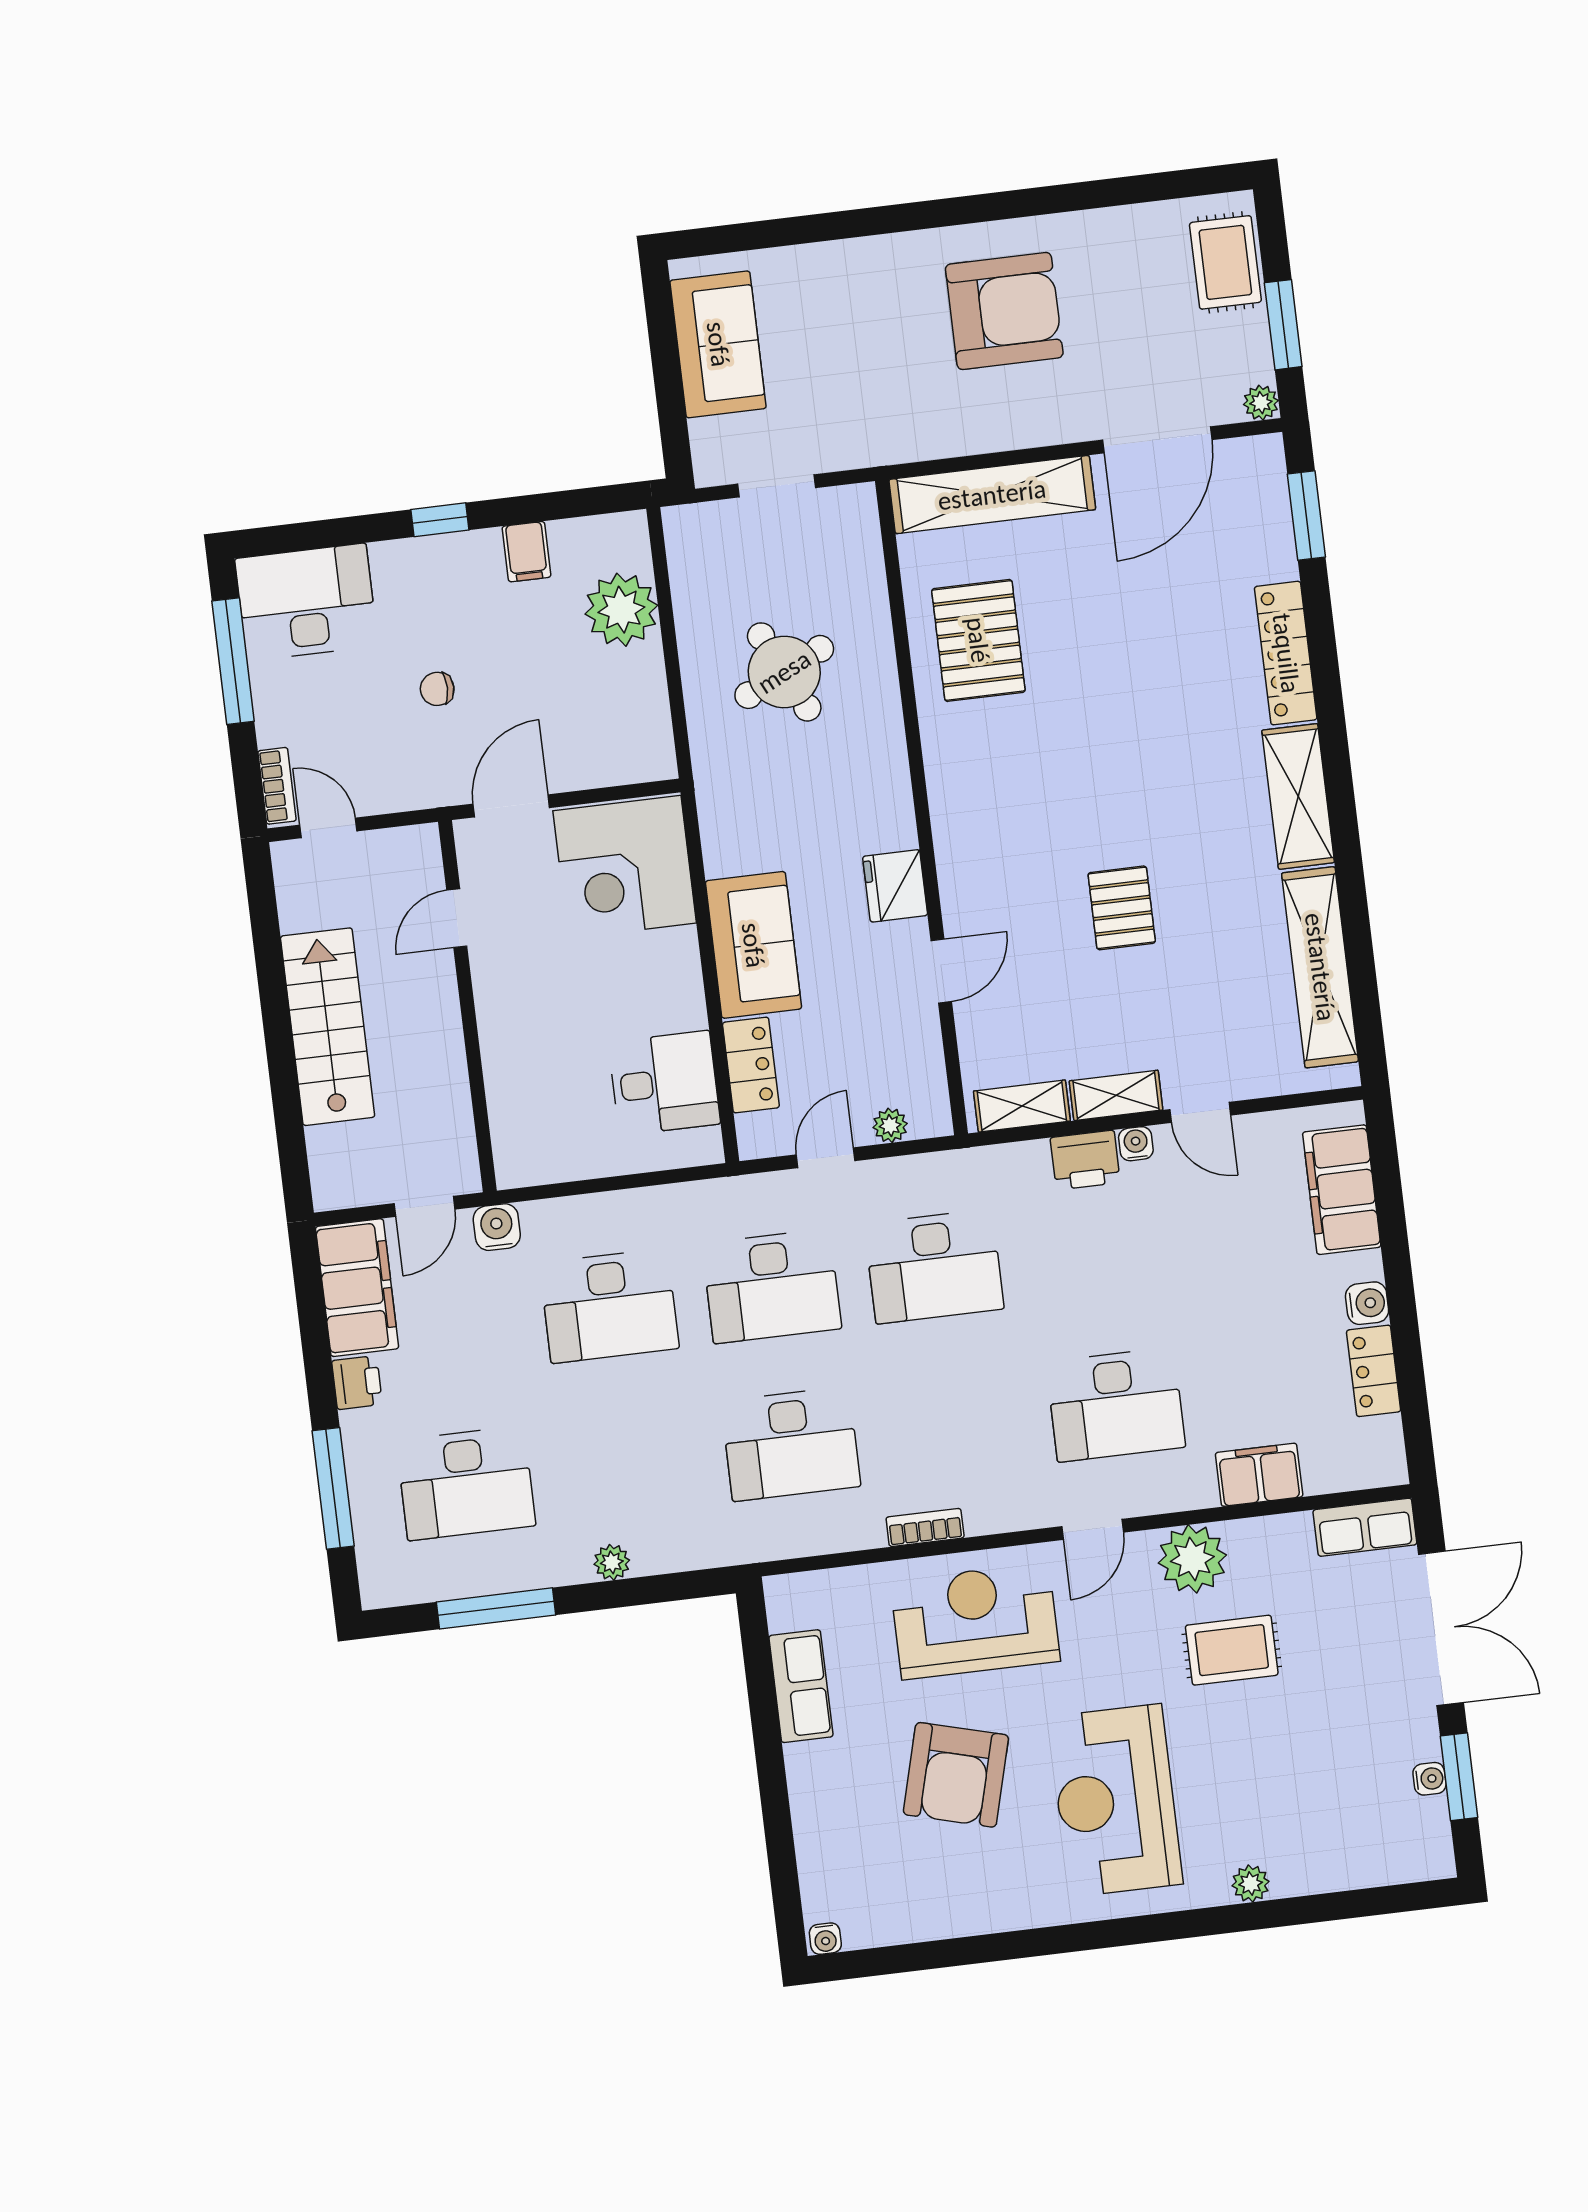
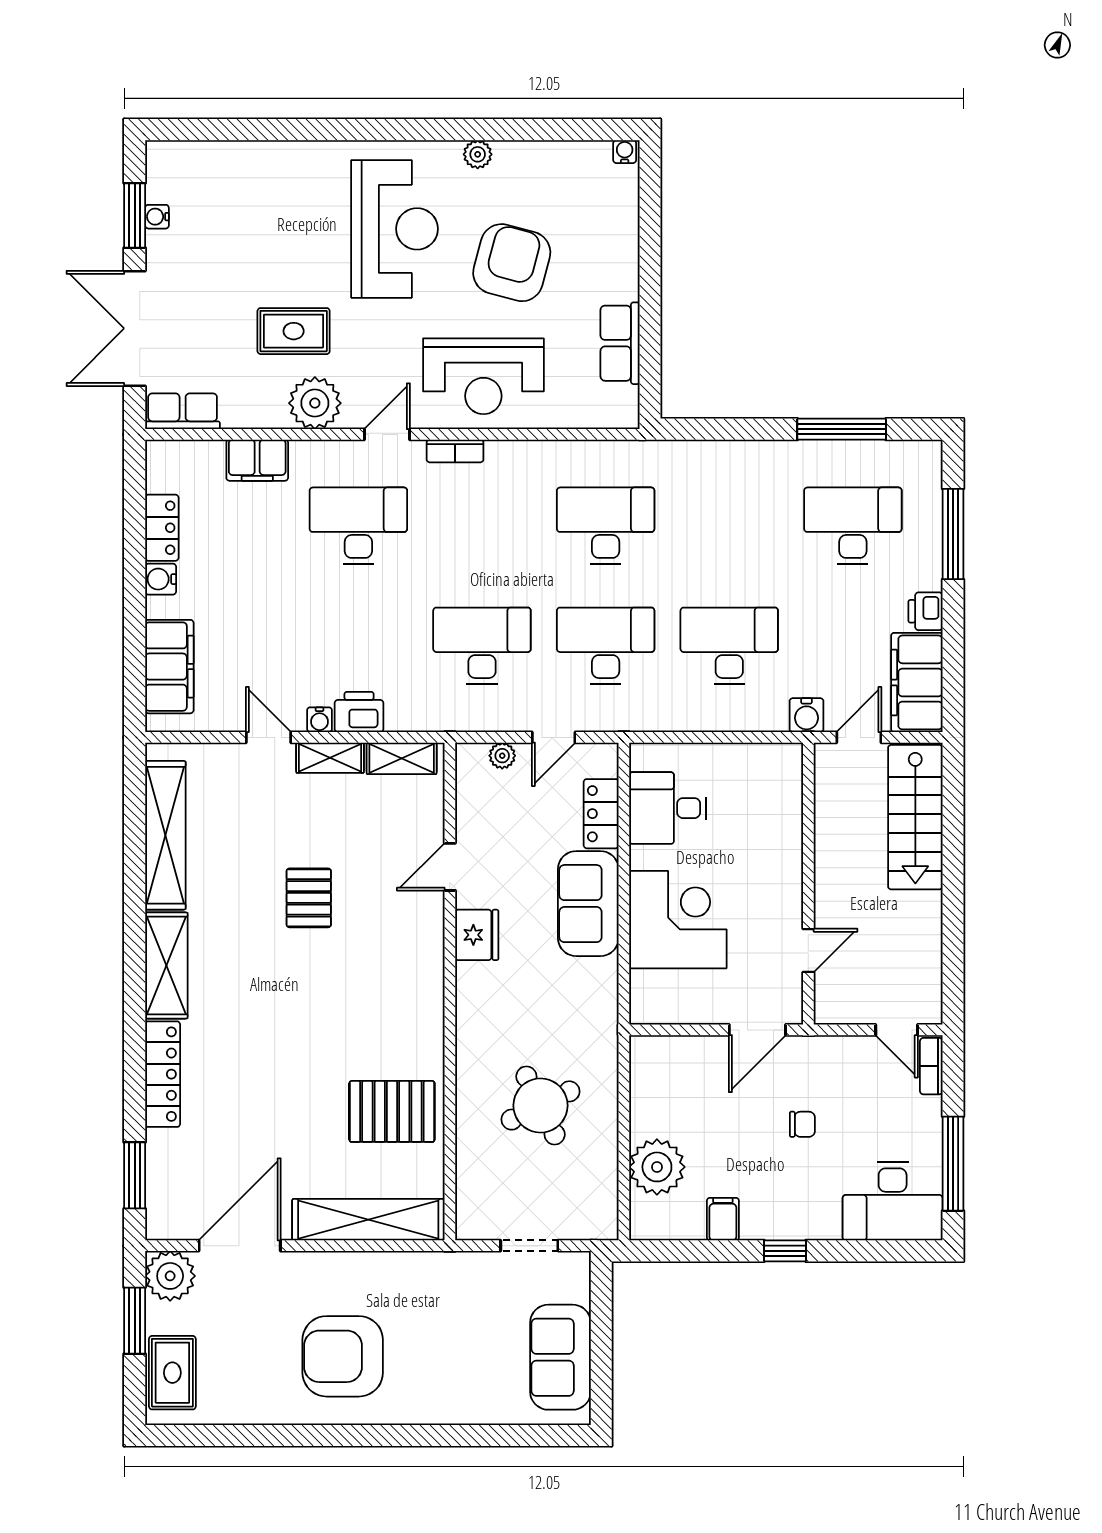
plant: (1261, 403) -> (170, 1276), width x1.88, depth x1.88
pallet: (978, 640) -> (392, 1111), turned 90
corner desk: (625, 867) -> (678, 920), moved
stairs: (328, 1027) -> (915, 817), moved
bookcase: (925, 1527) -> (455, 451), moved
plant: (612, 1562) -> (751, 453), removed
plant: (1251, 1884) -> (478, 154), moved

